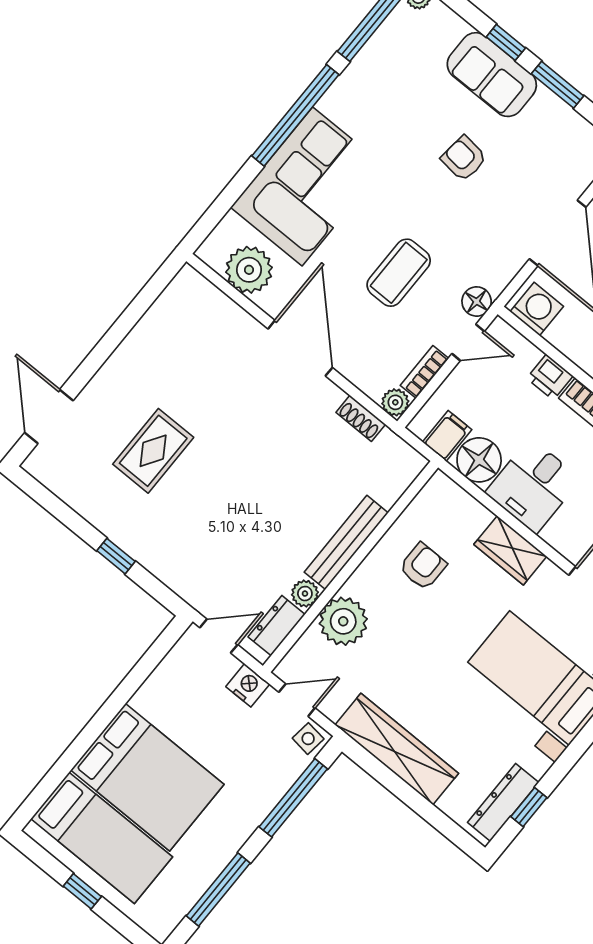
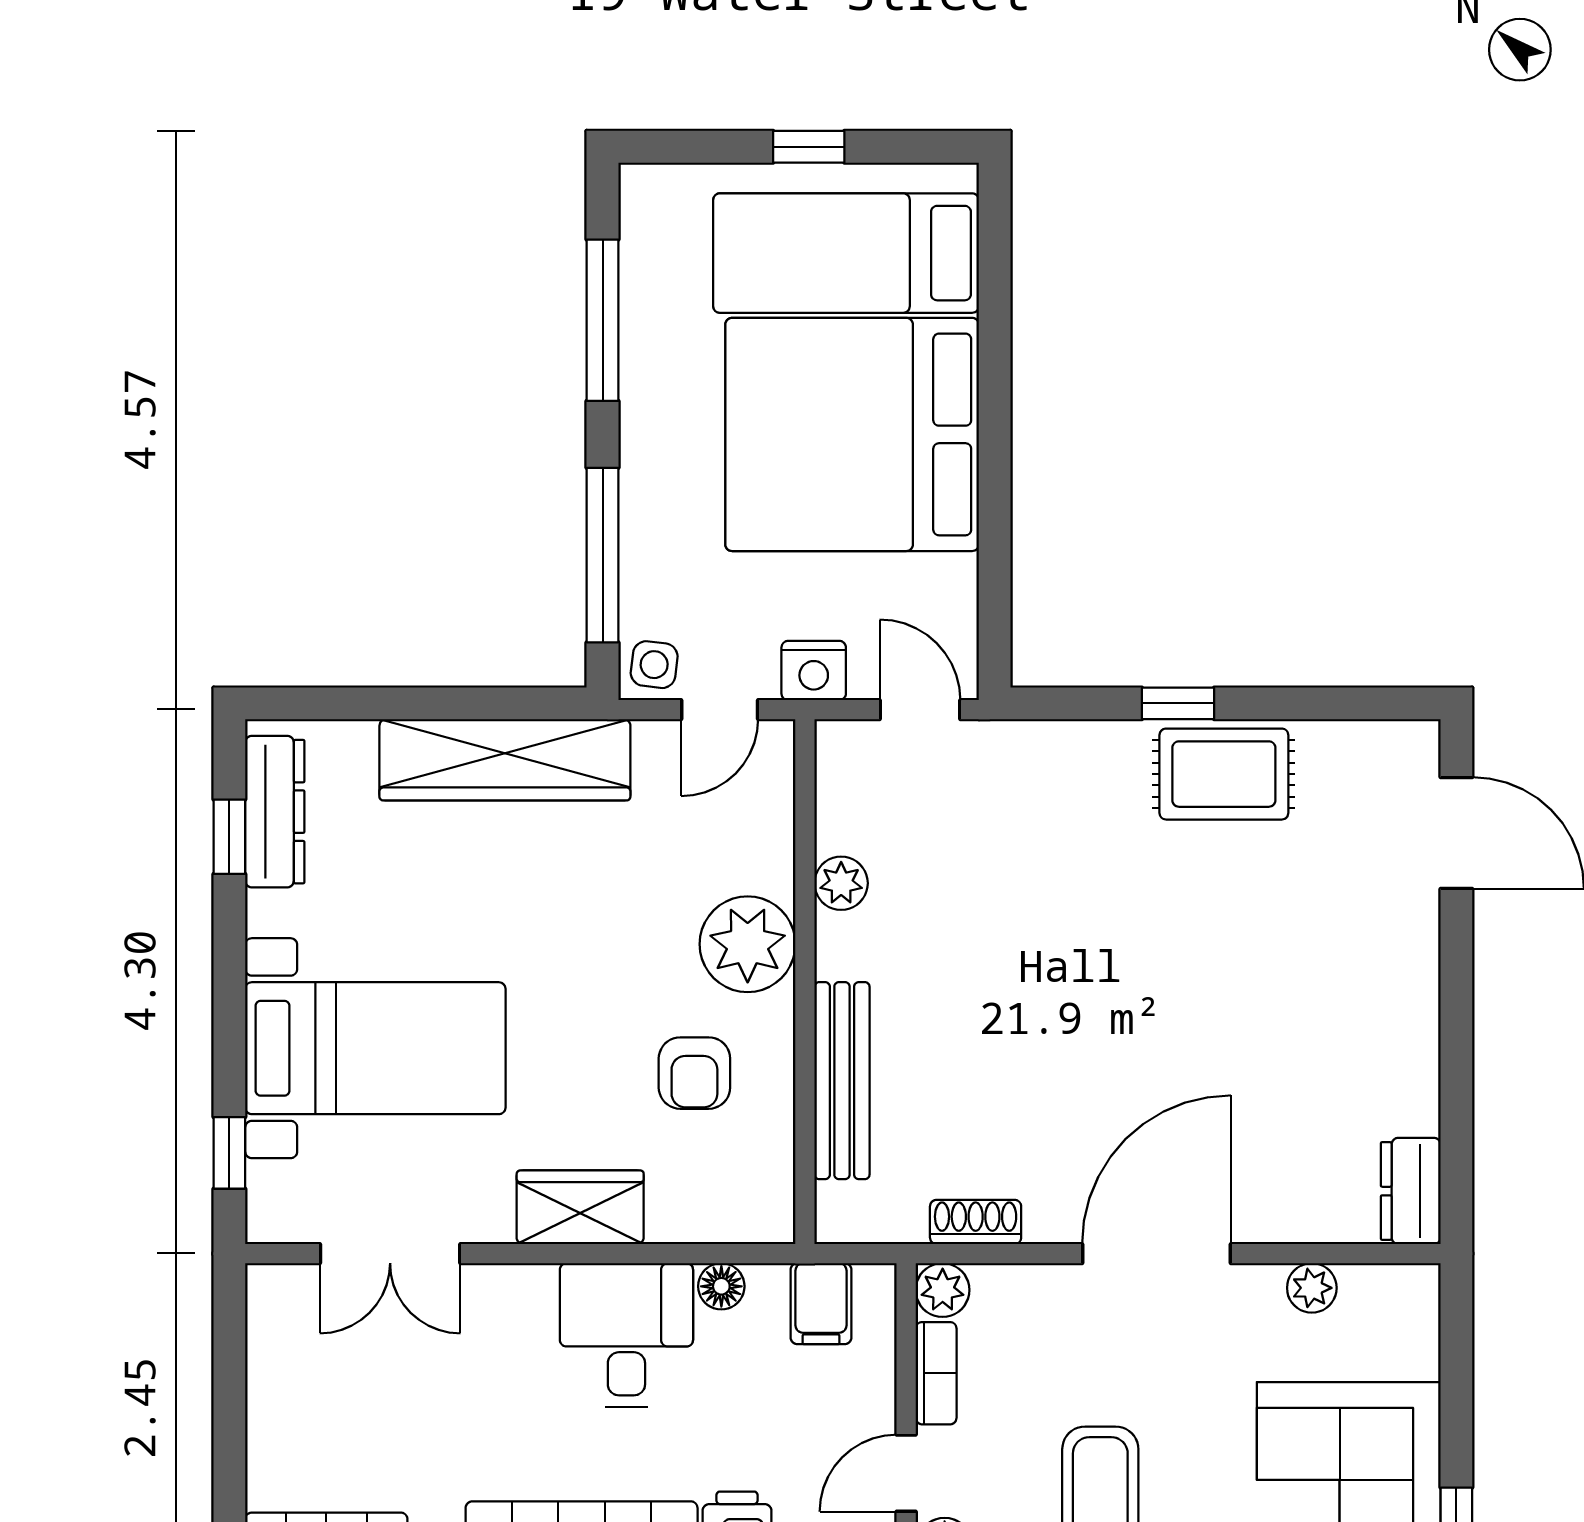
plant: (249, 270) -> (1312, 1288), width x0.53, depth x0.53
door: (300, 348) -> (1156, 1254), swing flipped
rug: (153, 451) -> (1224, 774), moved, turned 90
floor lamp: (479, 460) -> (721, 1286), width x0.53, depth x0.53
bench: (346, 542) -> (842, 1081), moved
plant: (343, 621) -> (748, 944), moved
dresser: (277, 626) -> (1411, 1191), moved, turned 180
door: (219, 636) -> (920, 710), swing flipped
bed: (147, 777) -> (852, 434), width x1.36

